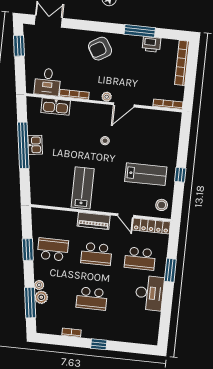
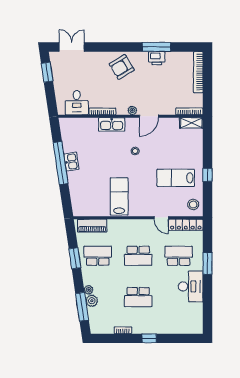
printer: (151, 44) -> (157, 58), moved
kitchen sink: (56, 107) -> (112, 124), moved
shelving: (169, 117) -> (191, 123), added
lab bench: (146, 174) -> (176, 178), turned 180
piano: (94, 221) -> (92, 226), moved
school desk: (140, 259) -> (179, 256), turned 180

